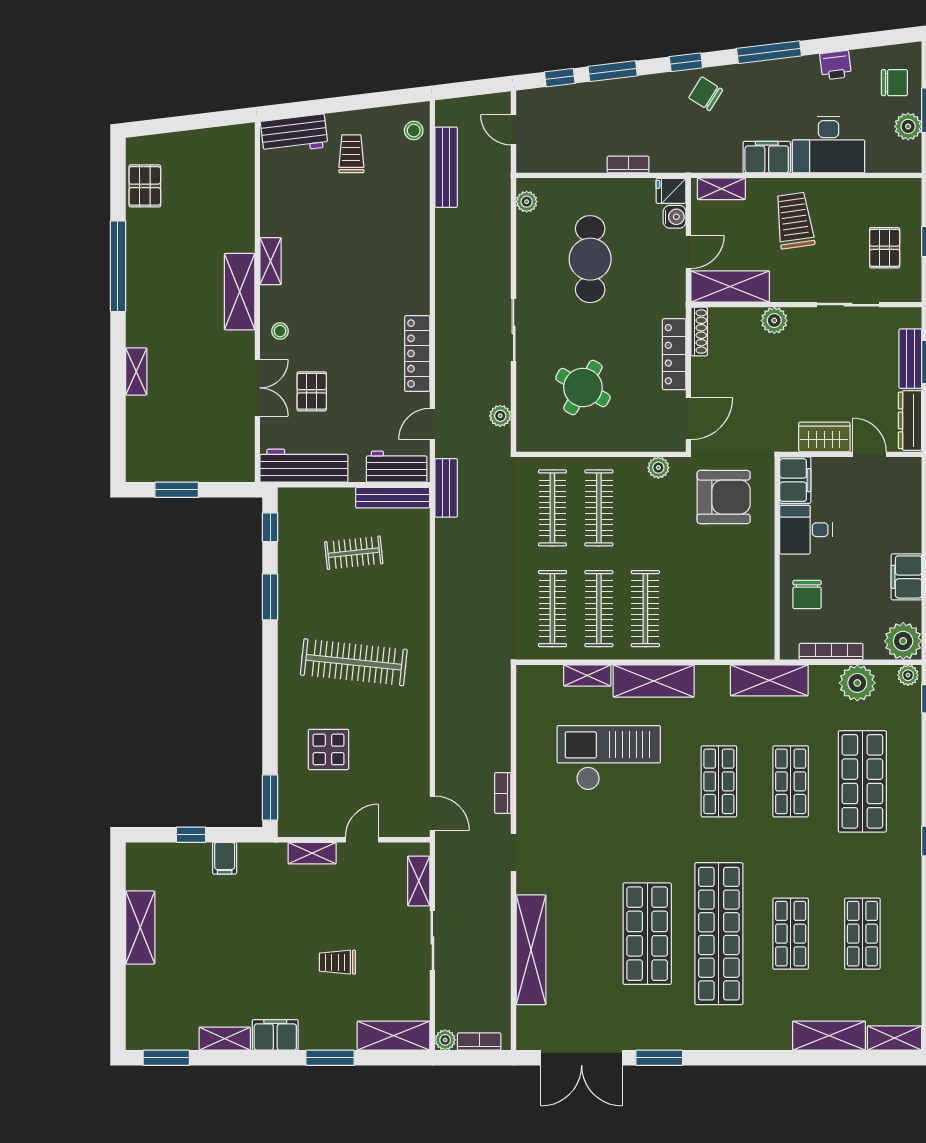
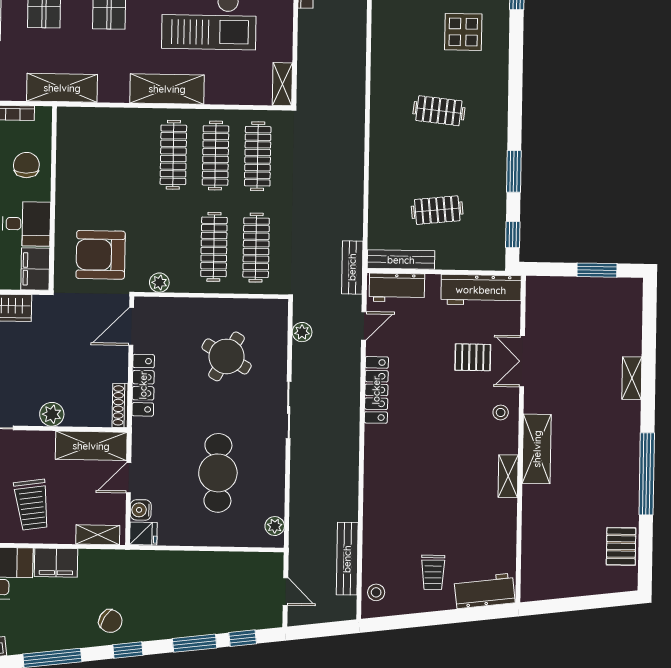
bookcase: (628, 165) -> (182, 558), removed
pallet: (312, 391) -> (473, 357), turned 90
clothes rail: (354, 662) -> (439, 111), width x0.54, depth x0.76
shelving: (587, 675) -> (282, 84), moved, turned 90

